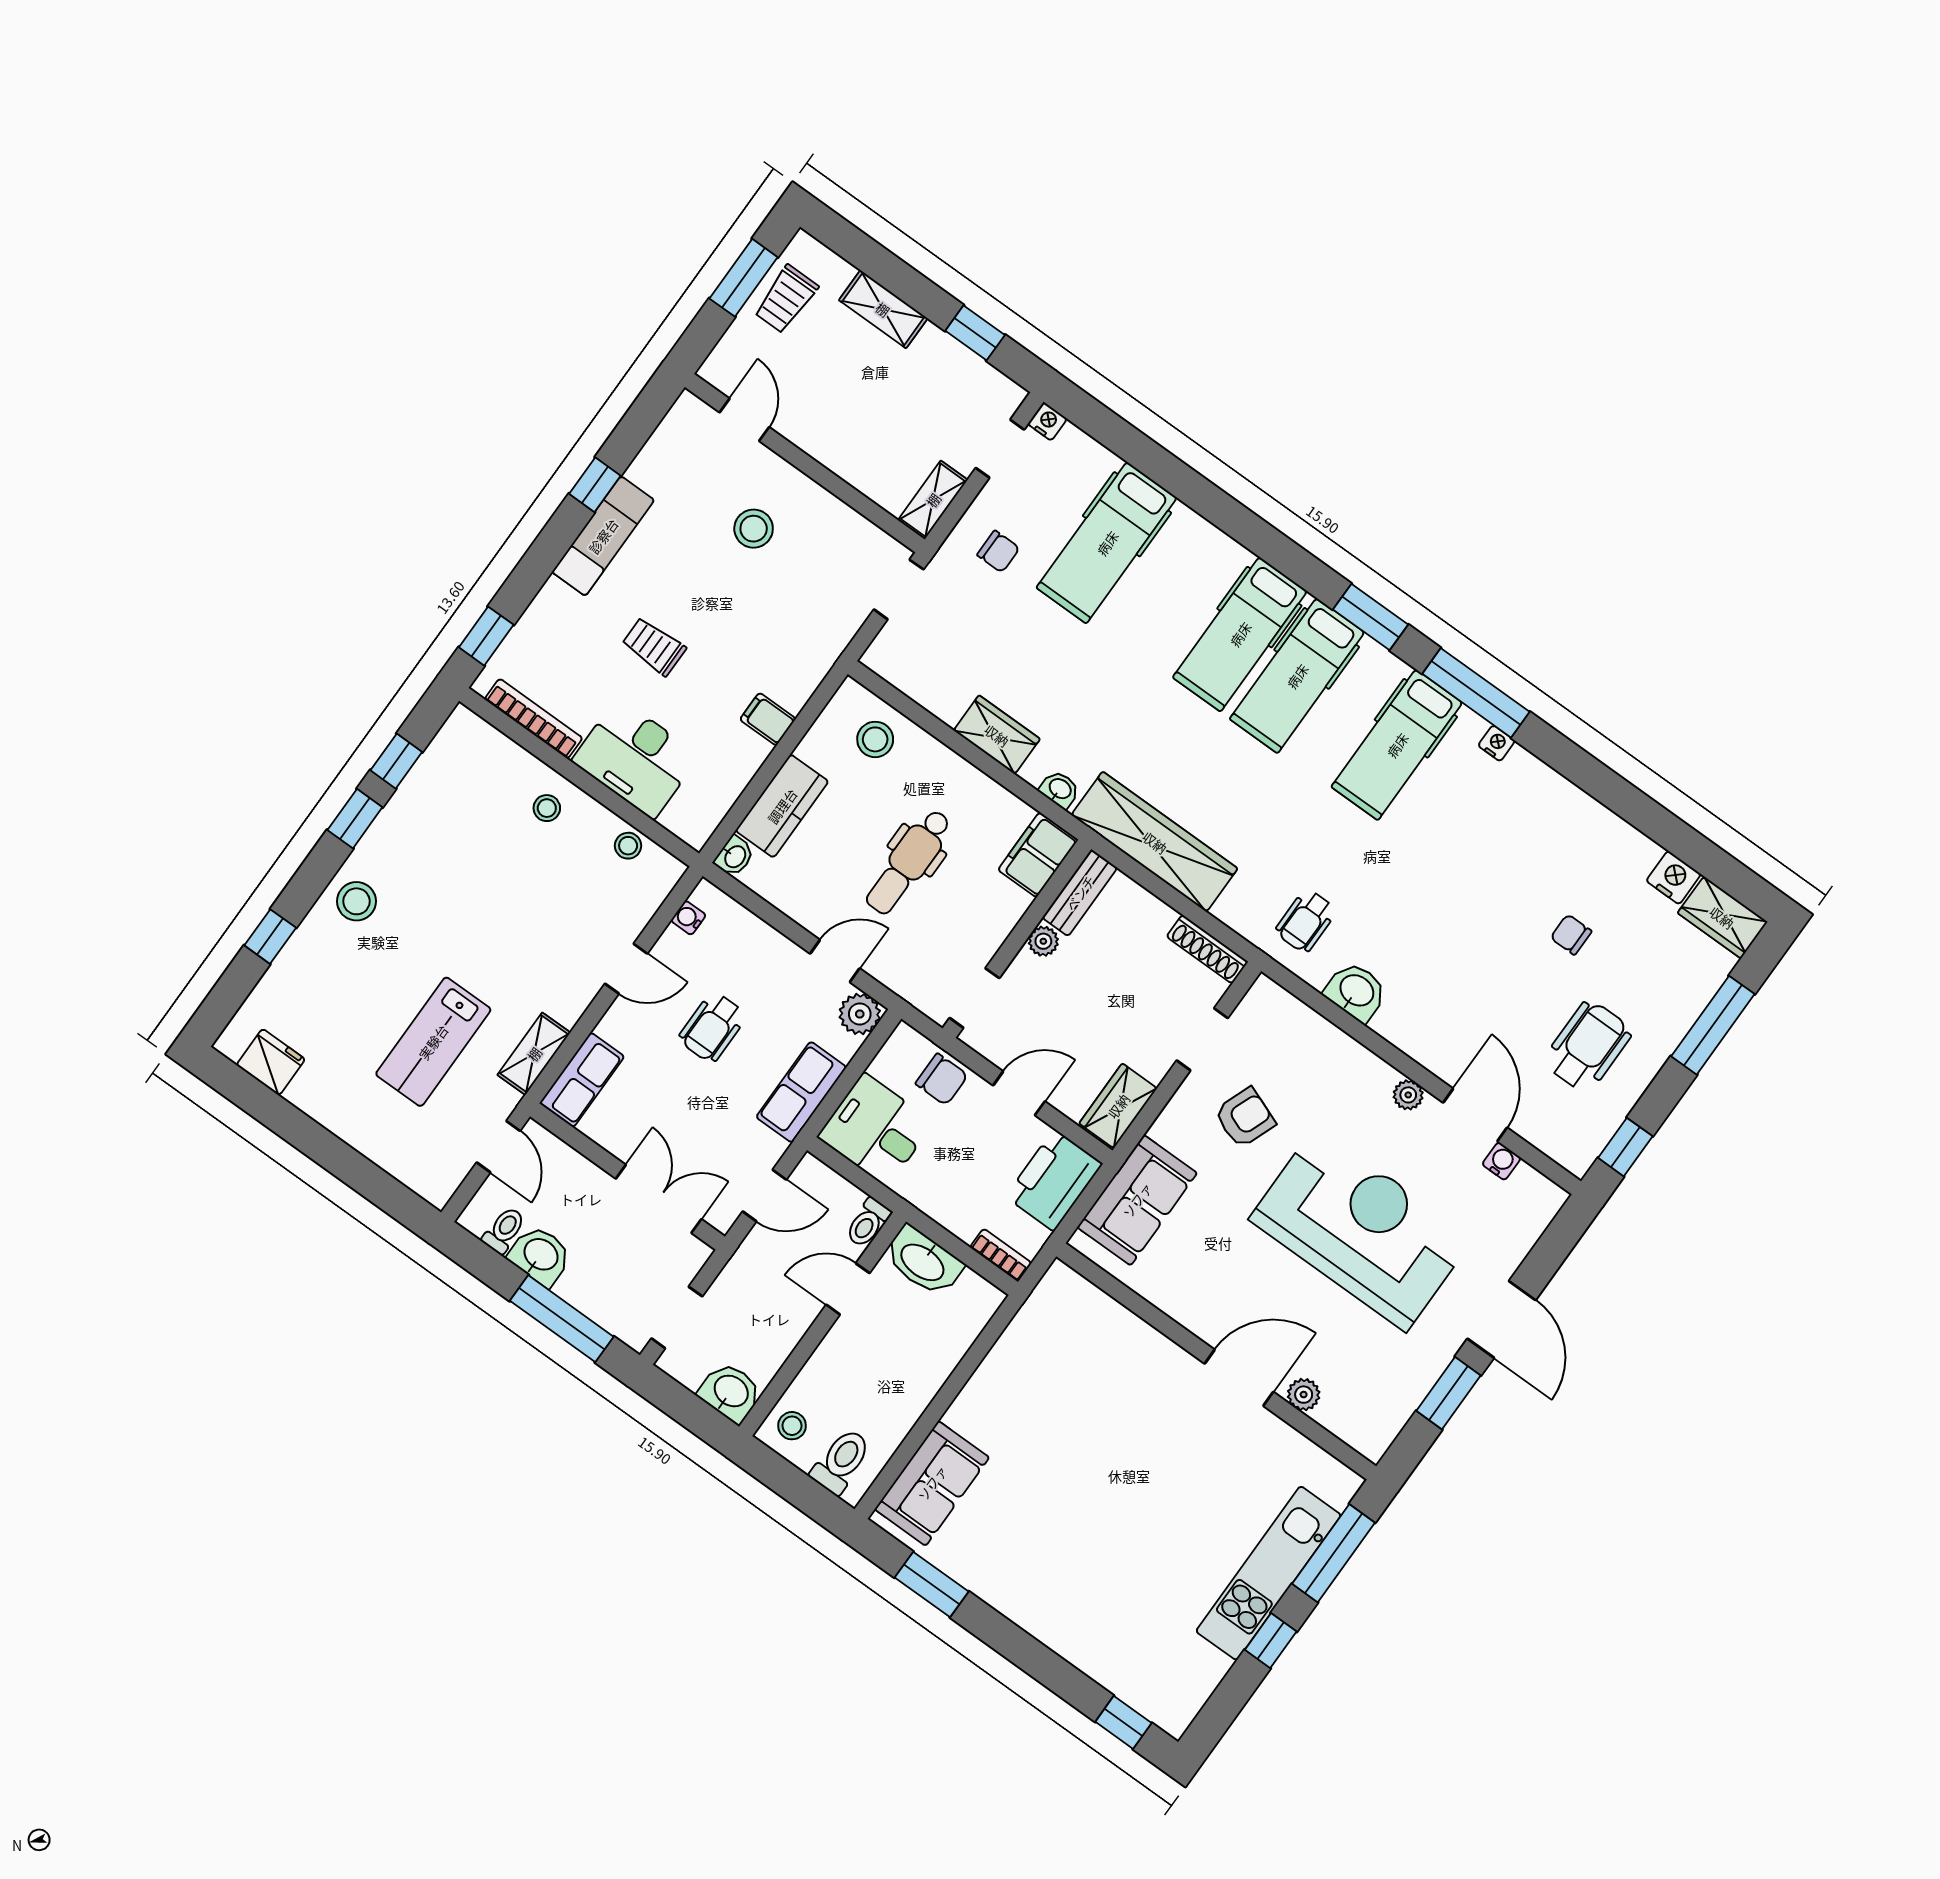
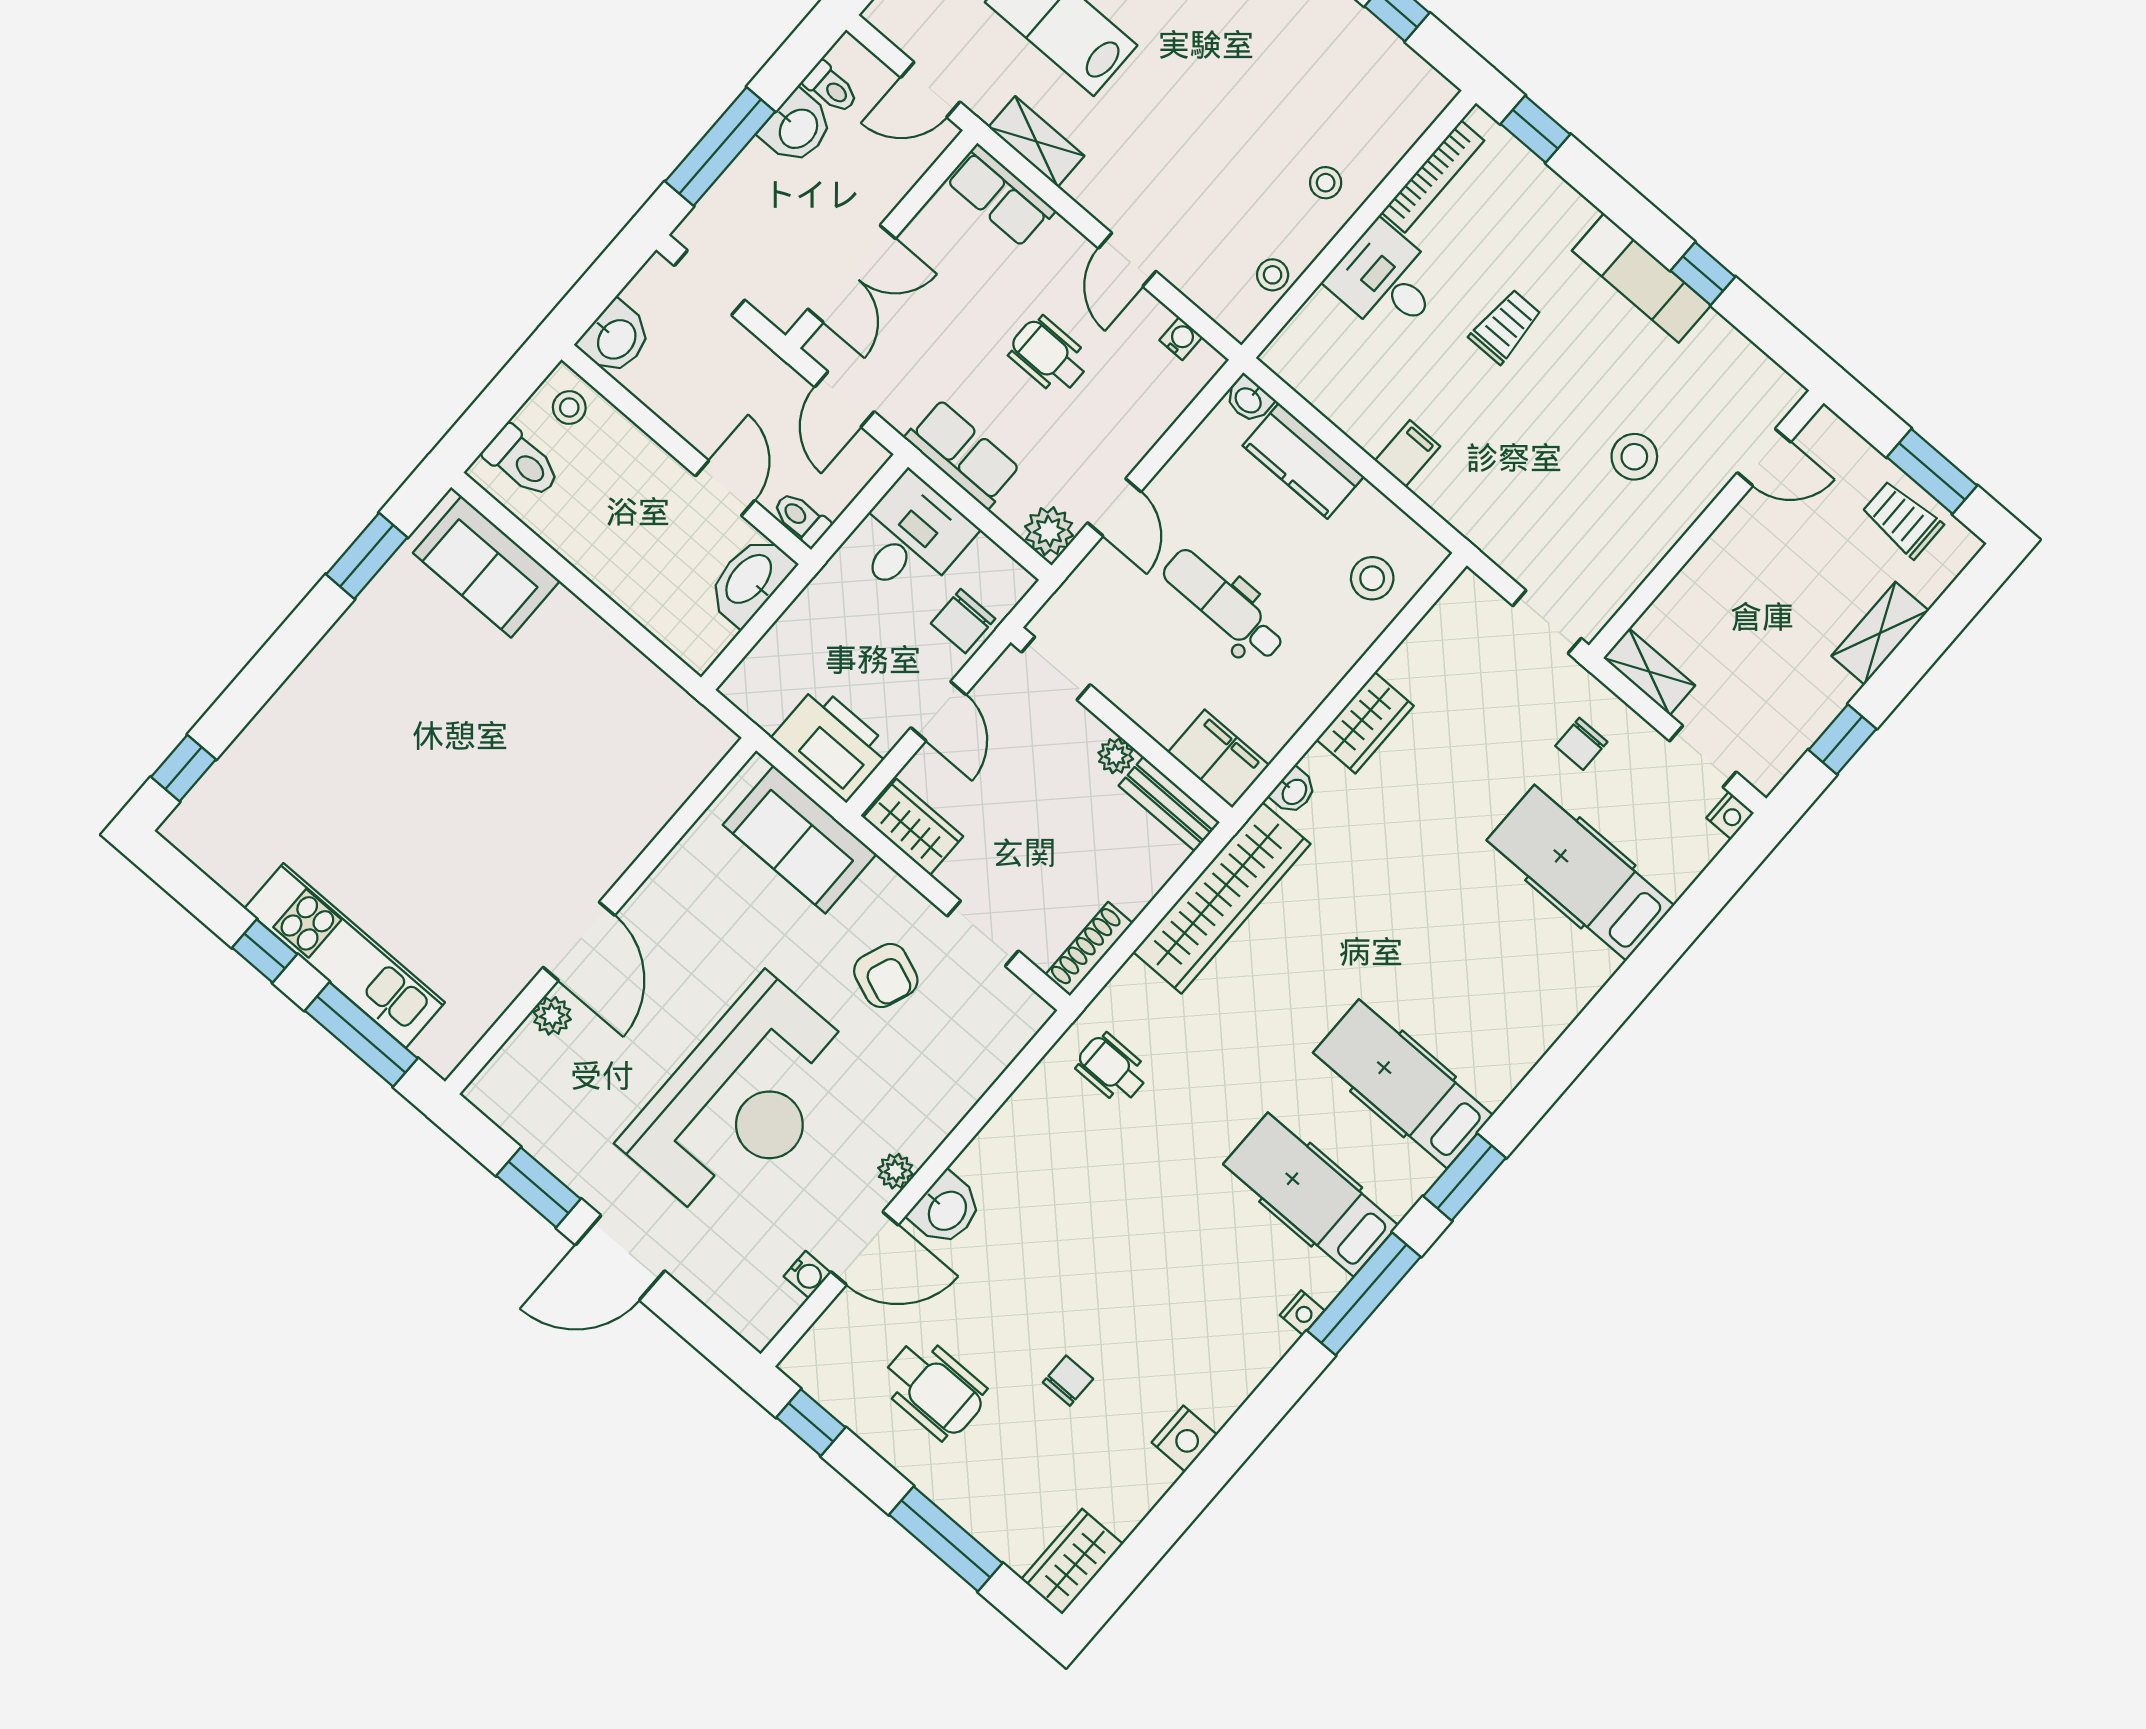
hospital bed: (1240, 634) -> (1458, 1021), removed
desk: (636, 758) -> (1386, 280), width x0.73
nightstand: (1674, 878) -> (1184, 1439), moved
washbasin: (1356, 991) -> (946, 1210), moved
bookcase: (1001, 1255) -> (749, 672), removed

